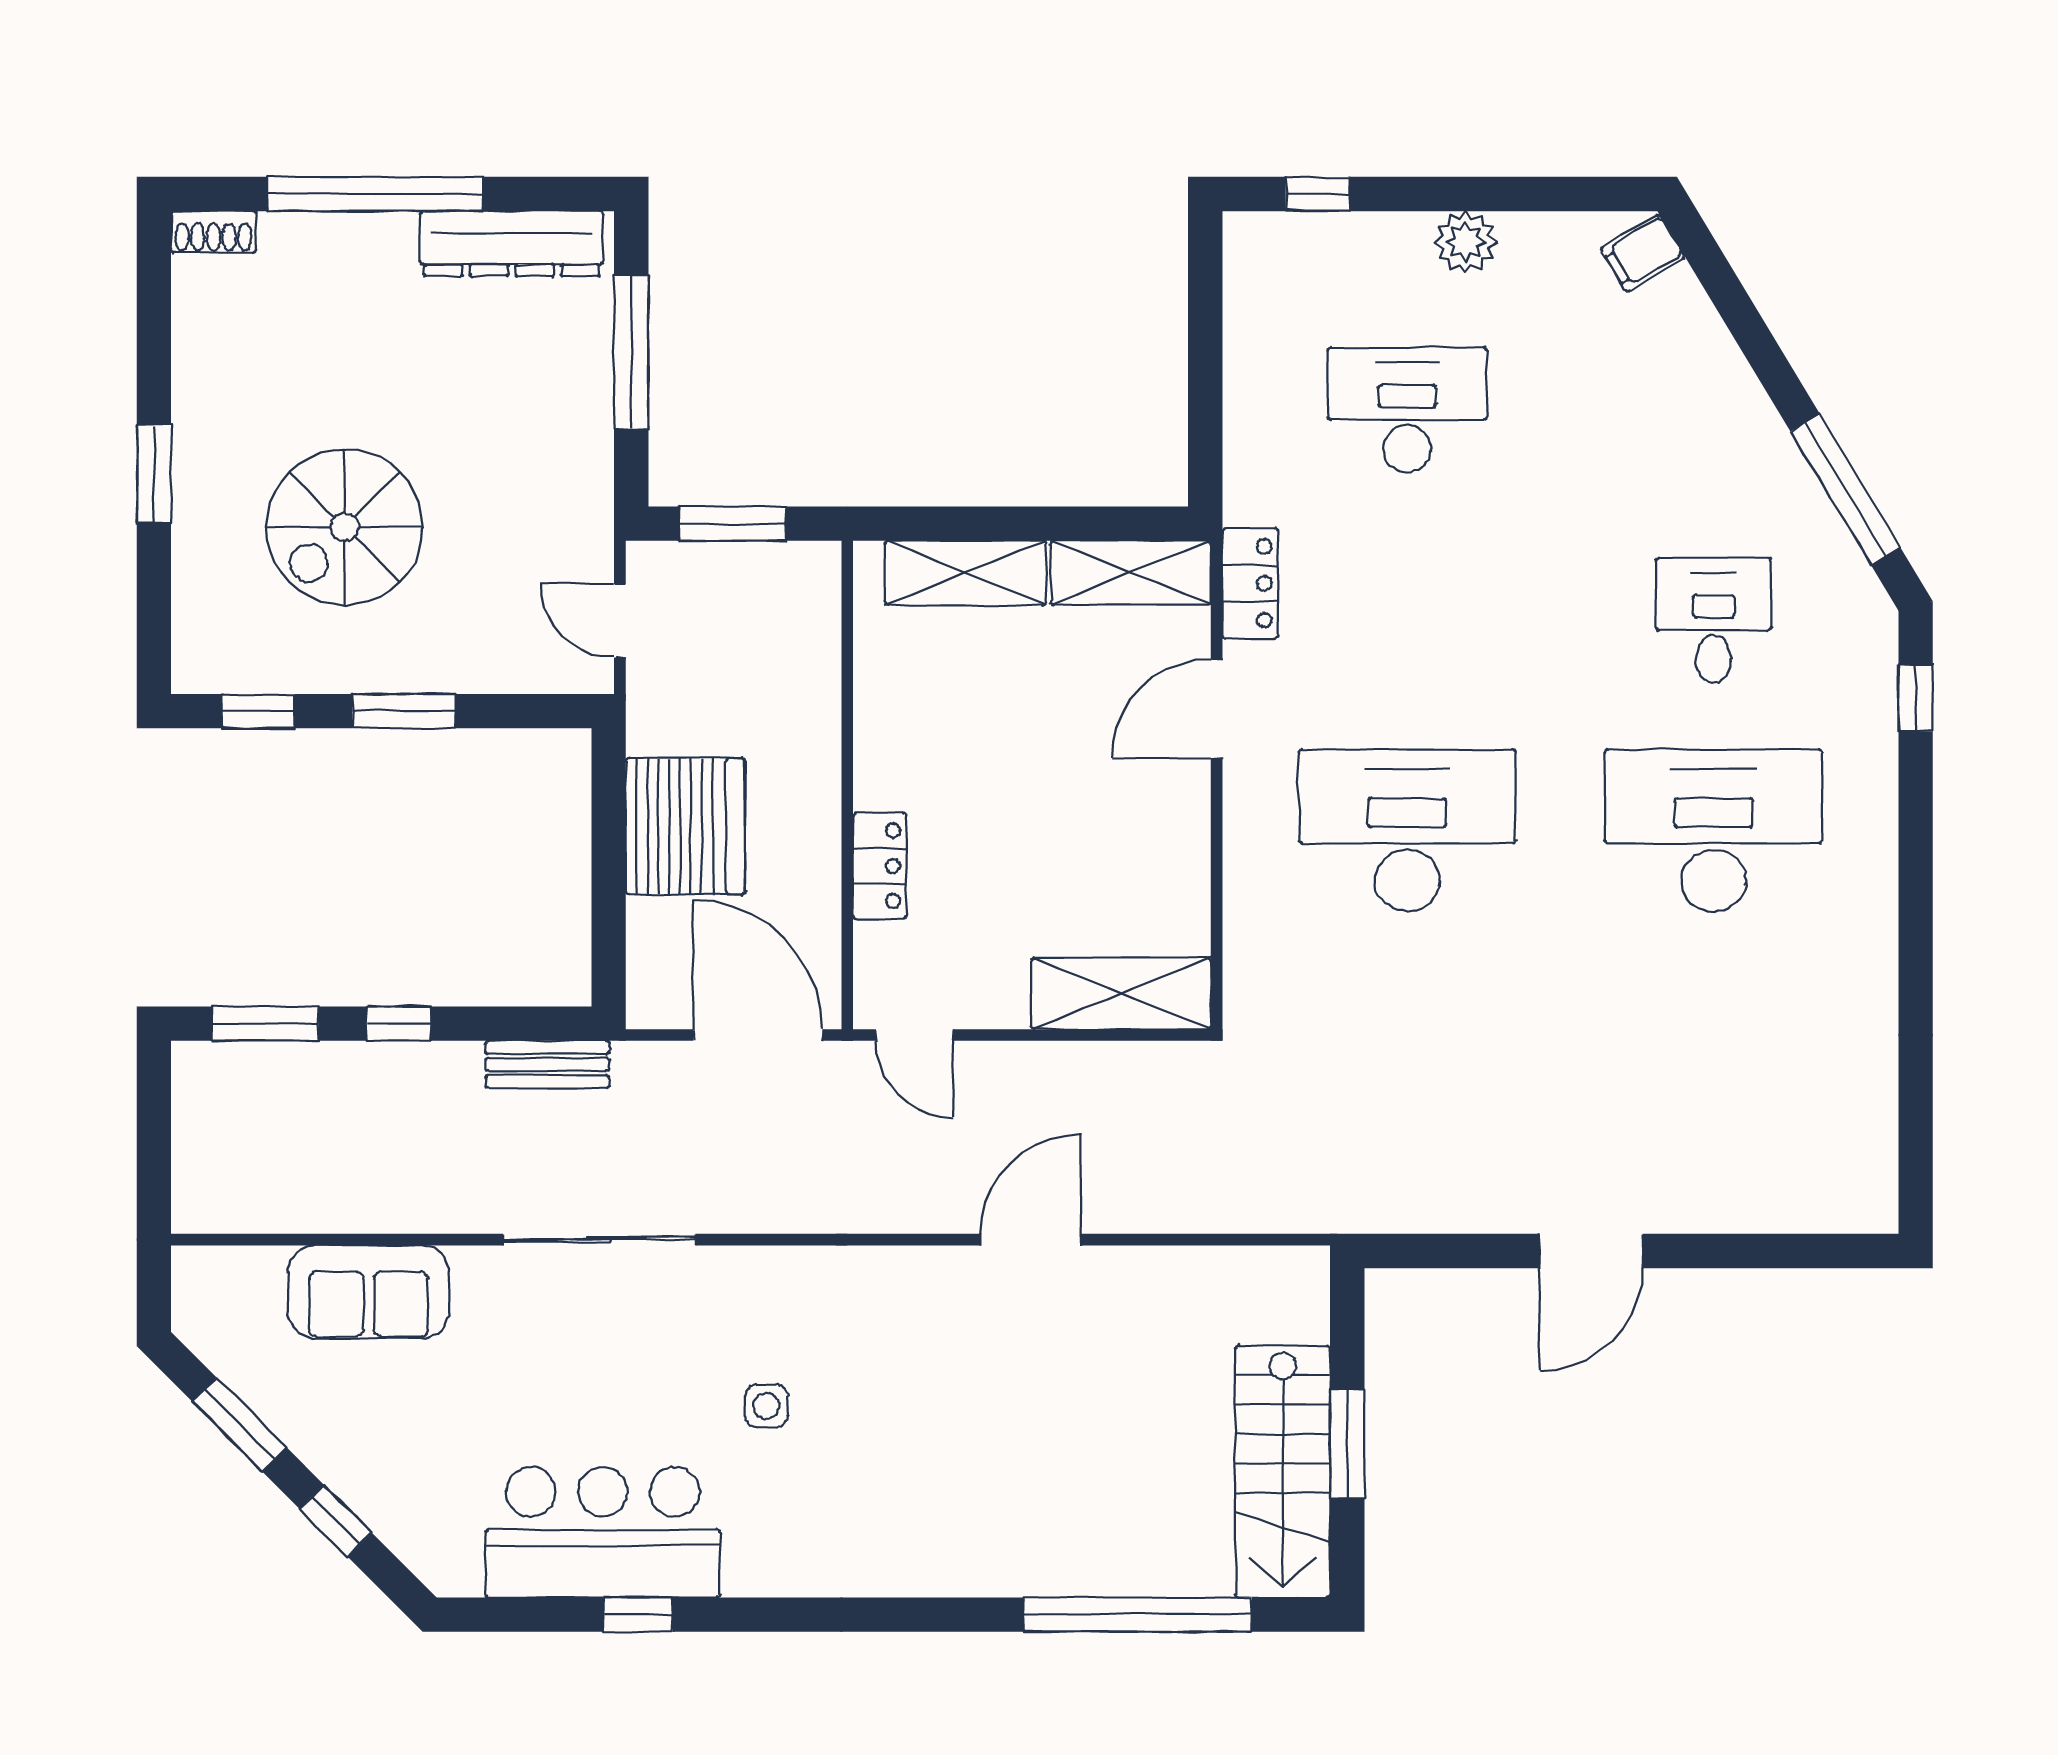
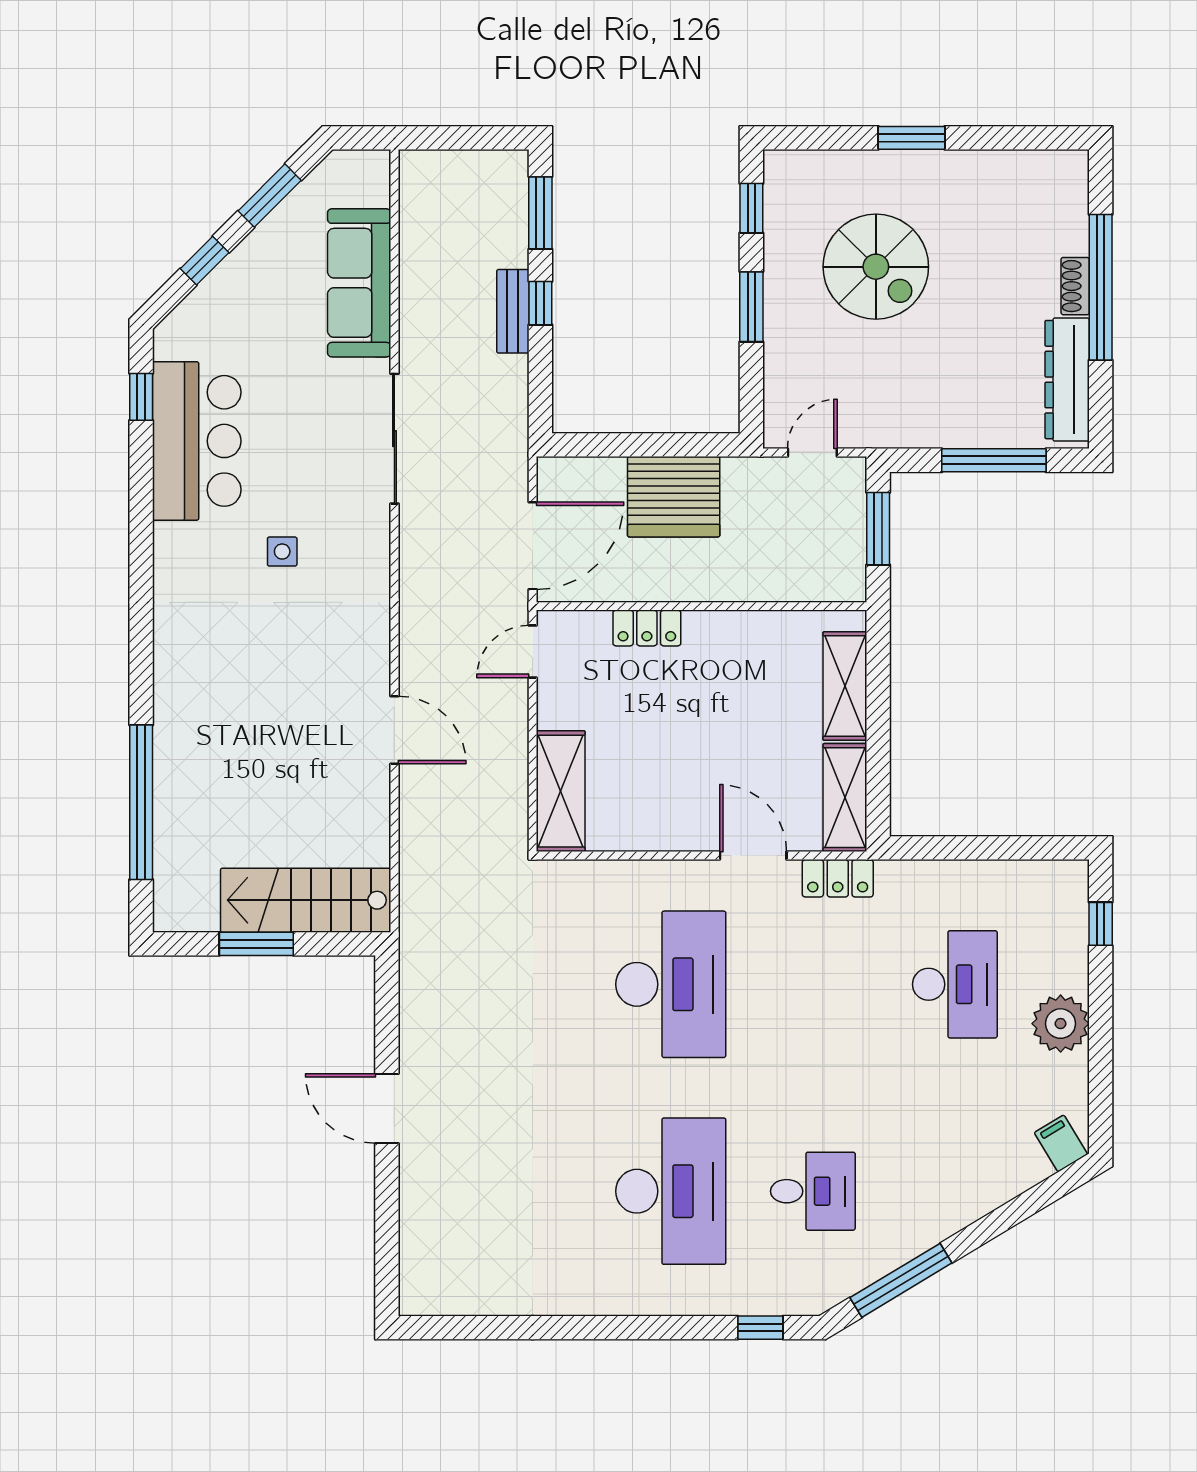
shoe rack: (214, 232) -> (1075, 286), moved
plant: (1465, 242) -> (1061, 1024), width x1.36, depth x1.36
spiral stairs: (345, 527) -> (876, 267), turned 180
bench: (547, 1064) -> (513, 311), moved
sofa: (369, 1292) -> (359, 283), width x1.36
stairs: (1283, 1472) -> (306, 900), moved
window: (638, 1615) -> (141, 397), moved

